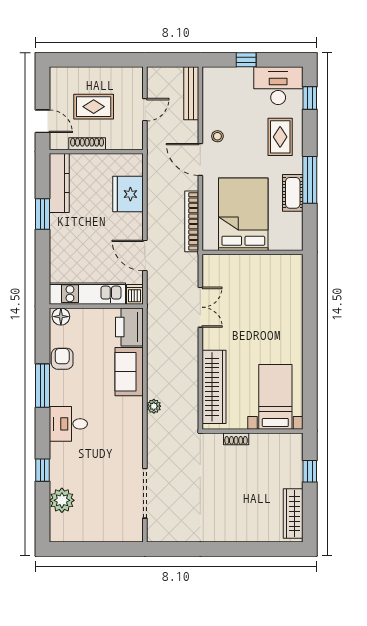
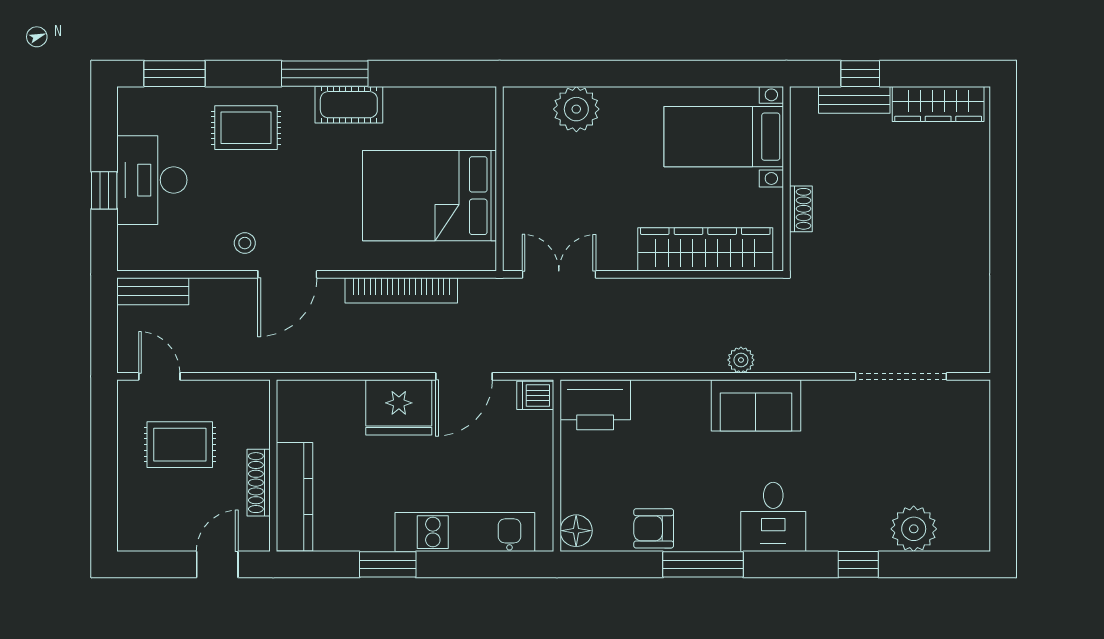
desk: (278, 86) -> (152, 180), moved
bench: (191, 93) -> (153, 291), width x0.73
window: (310, 98) -> (175, 74), width x1.50
rug: (94, 107) -> (180, 445), moved, turned 90
door: (145, 110) -> (159, 376), moved
kitchen counter: (59, 183) -> (295, 497), moved, turned 90
fridge: (128, 194) -> (399, 407), moved
bed: (243, 214) -> (429, 196), moved
wall: (252, 252) -> (500, 179), moved
kitchen unit: (87, 294) -> (465, 532), moved, turned 90
plant: (290, 317) -> (576, 109), added
sofa: (129, 372) -> (756, 405), moved
bench: (295, 468) -> (854, 100), added

